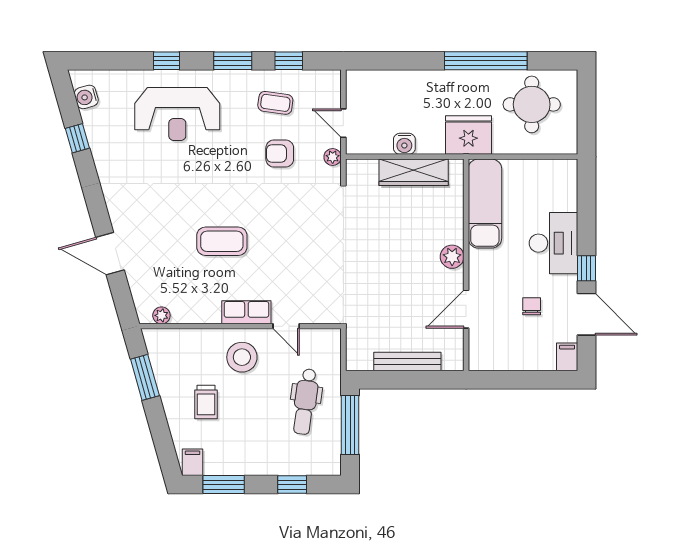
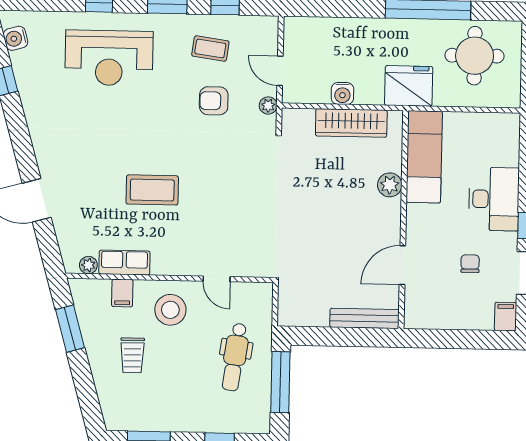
plant: (452, 257) -> (390, 185), moved
row of seats: (246, 312) -> (124, 263), moved
bench: (407, 361) -> (364, 318), moved
filing cabinet: (193, 462) -> (122, 293), moved, turned 180

